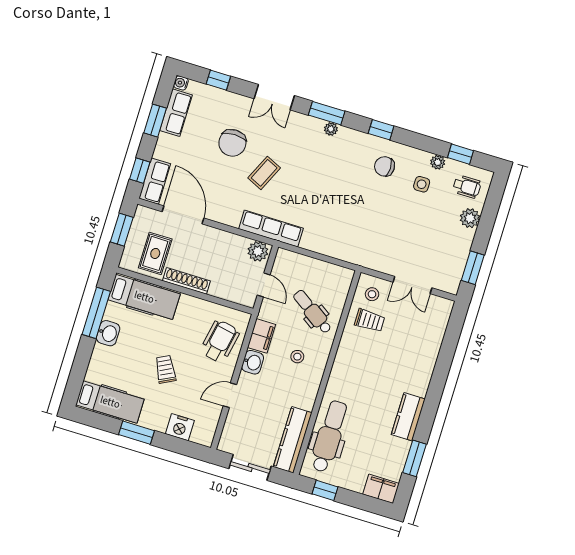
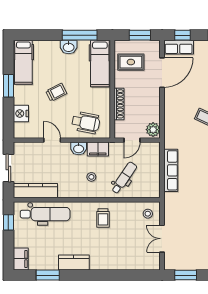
row of seats: (271, 229) -> (171, 170), moved
shoe rack: (186, 281) -> (119, 104), moved
trolley: (370, 320) -> (103, 218), moved

